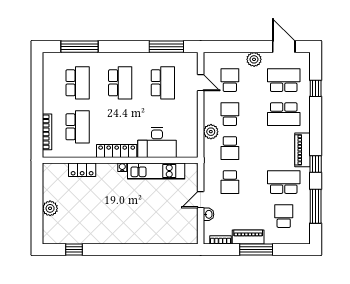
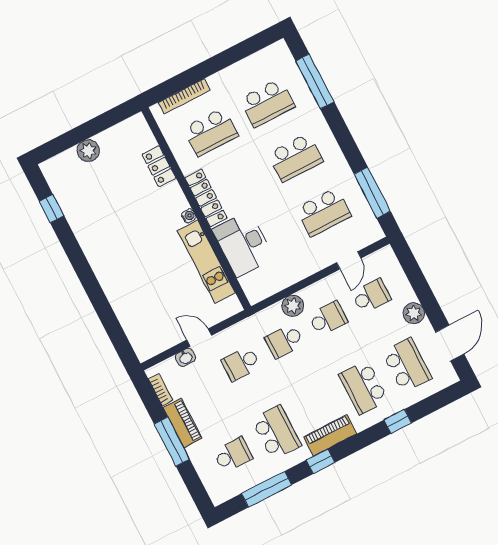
window: (316, 88) -> (398, 421), moved

